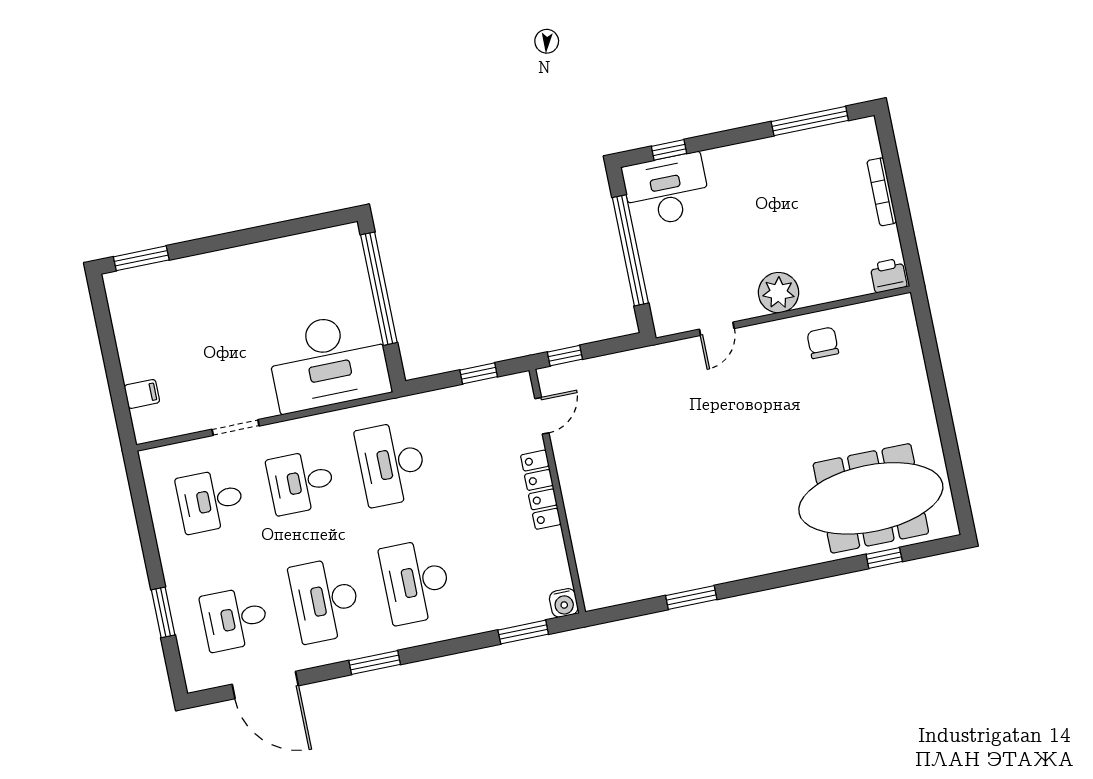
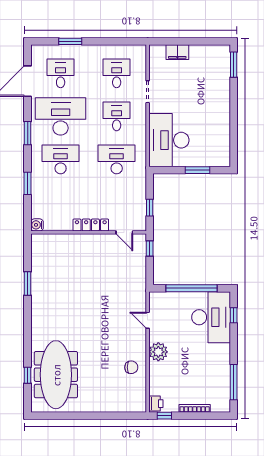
desk: (667, 190) -> (211, 317), width x1.36, depth x1.30
window: (910, 252) -> (164, 416), added
window: (379, 289) -> (198, 170), width x0.47
filing cabinet: (142, 394) -> (177, 52), width x2.00
desk: (325, 600) -> (61, 116), width x1.36, depth x1.30
window: (523, 632) -> (28, 183), moved

